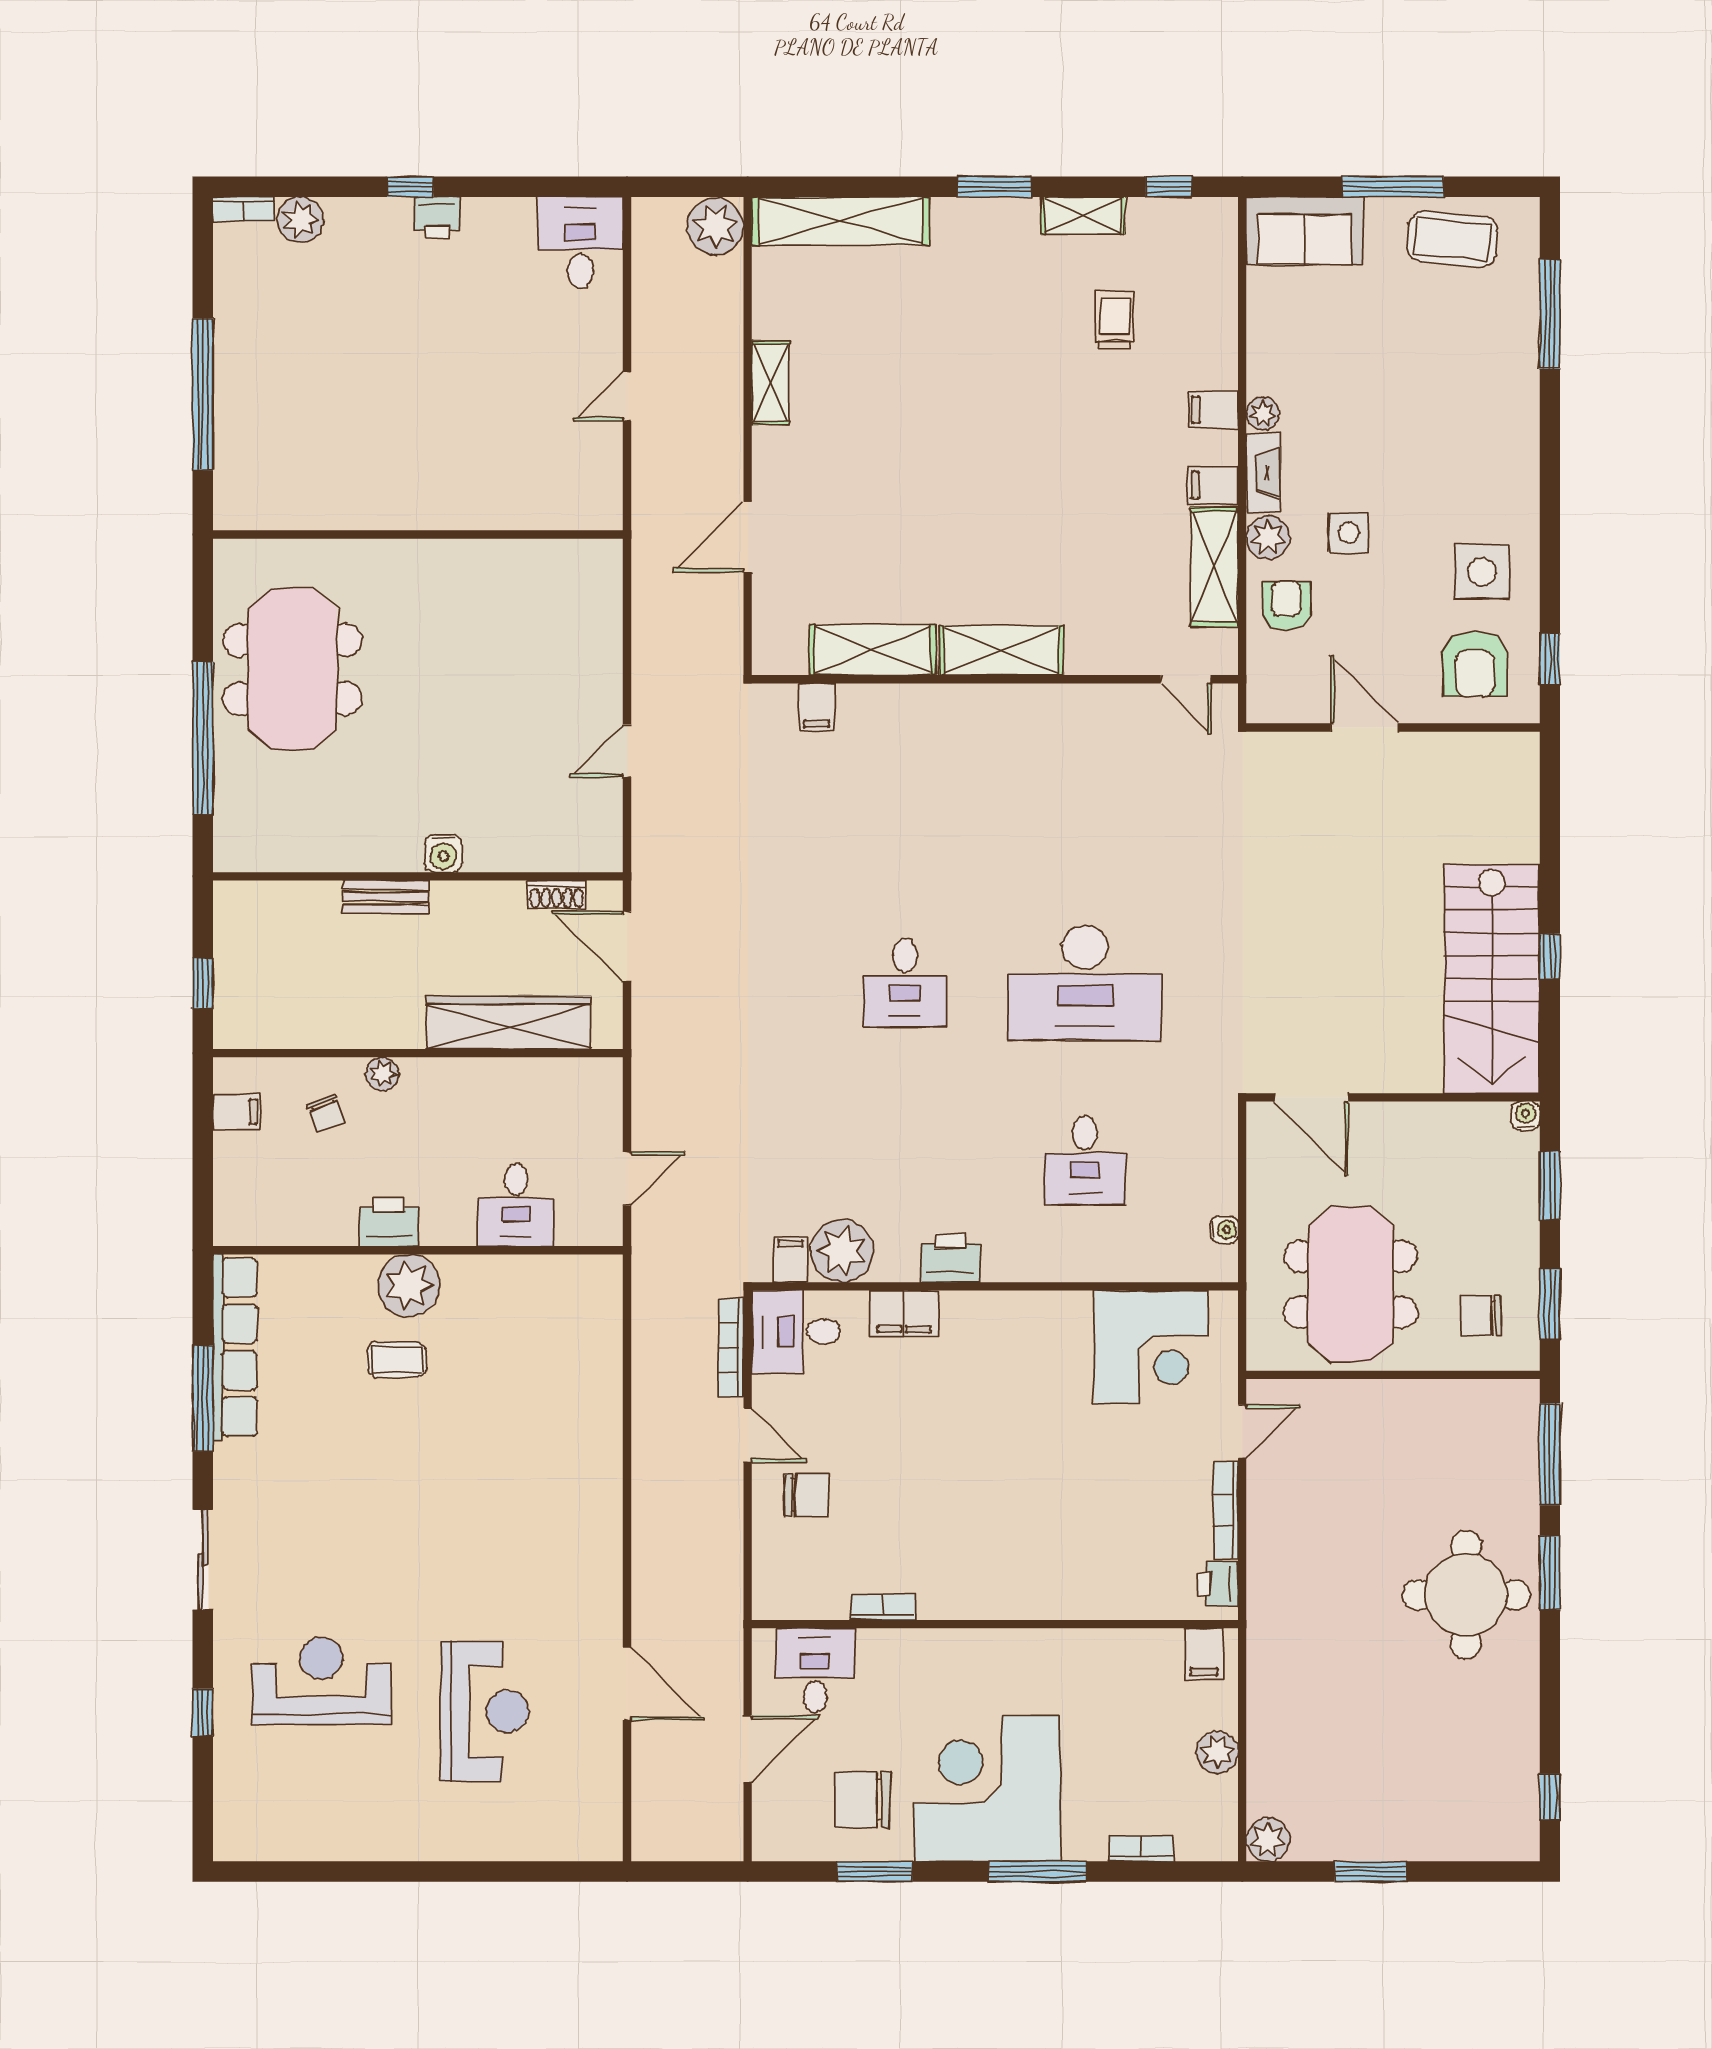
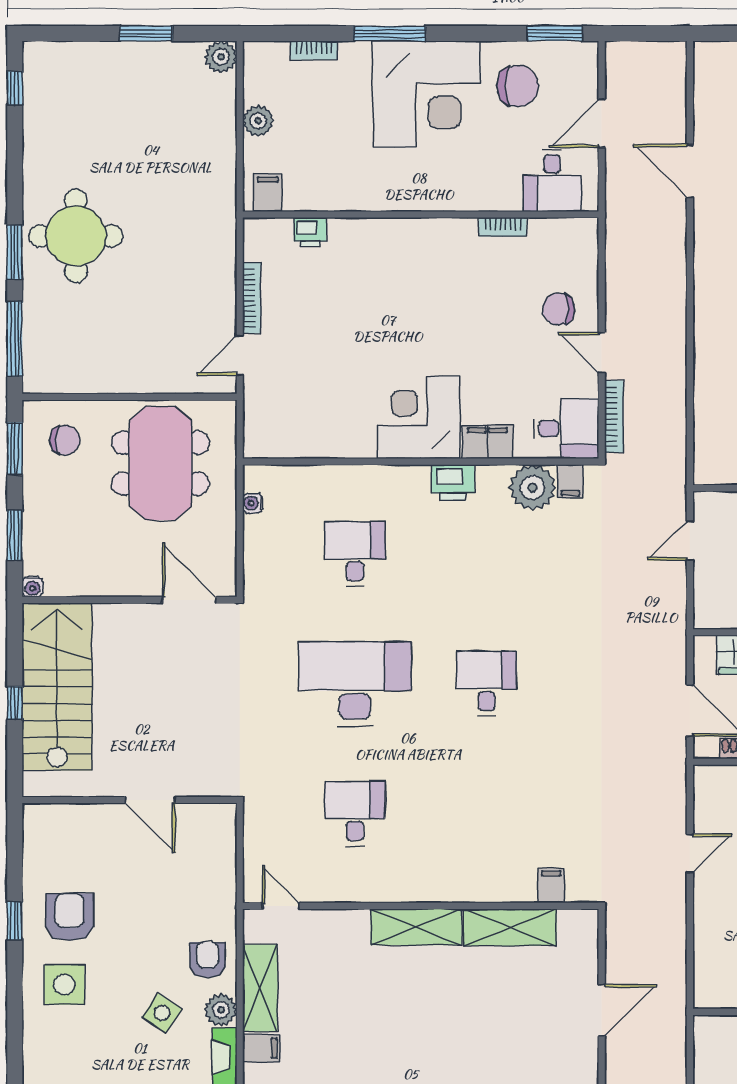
side table: (1349, 533) -> (162, 1013), turned 34
armchair: (1286, 606) -> (208, 960), turned 180
door: (1365, 728) -> (150, 800), moved
wall: (1393, 728) -> (129, 800), moved
desk: (1085, 805) -> (355, 814), added
corner desk: (1151, 1347) -> (419, 417), moved
printer: (1218, 1584) -> (310, 232), moved, turned 90
window: (875, 1871) -> (555, 34), moved

